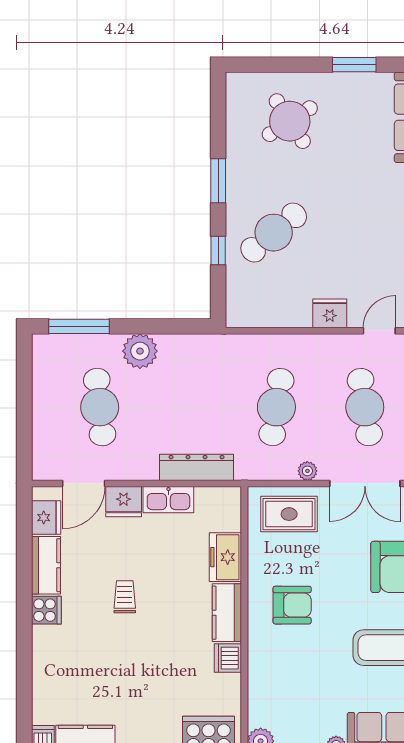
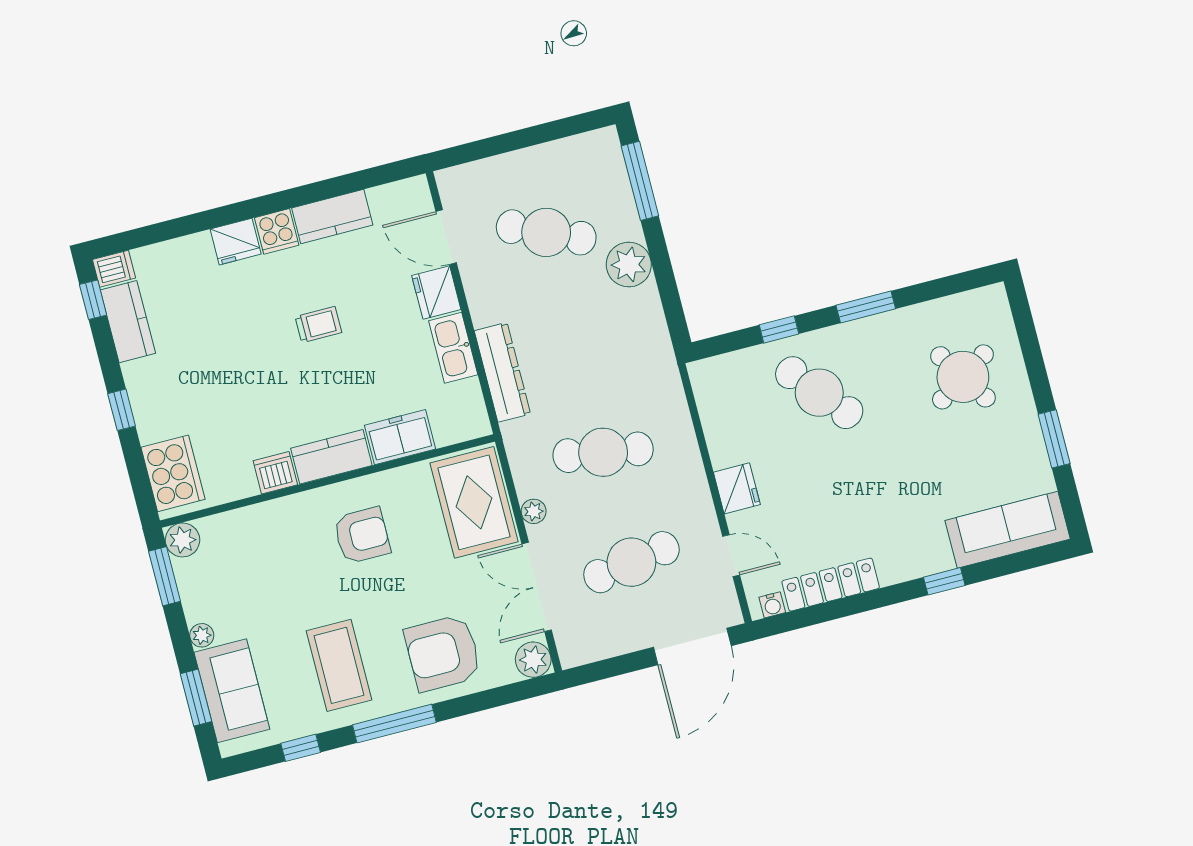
cafe table: (100, 407) -> (546, 232), turned 30
rug: (289, 514) -> (474, 502), width x1.36, depth x1.43
fridge: (46, 518) -> (236, 242), moved
armchair: (292, 605) -> (362, 535), turned -90

